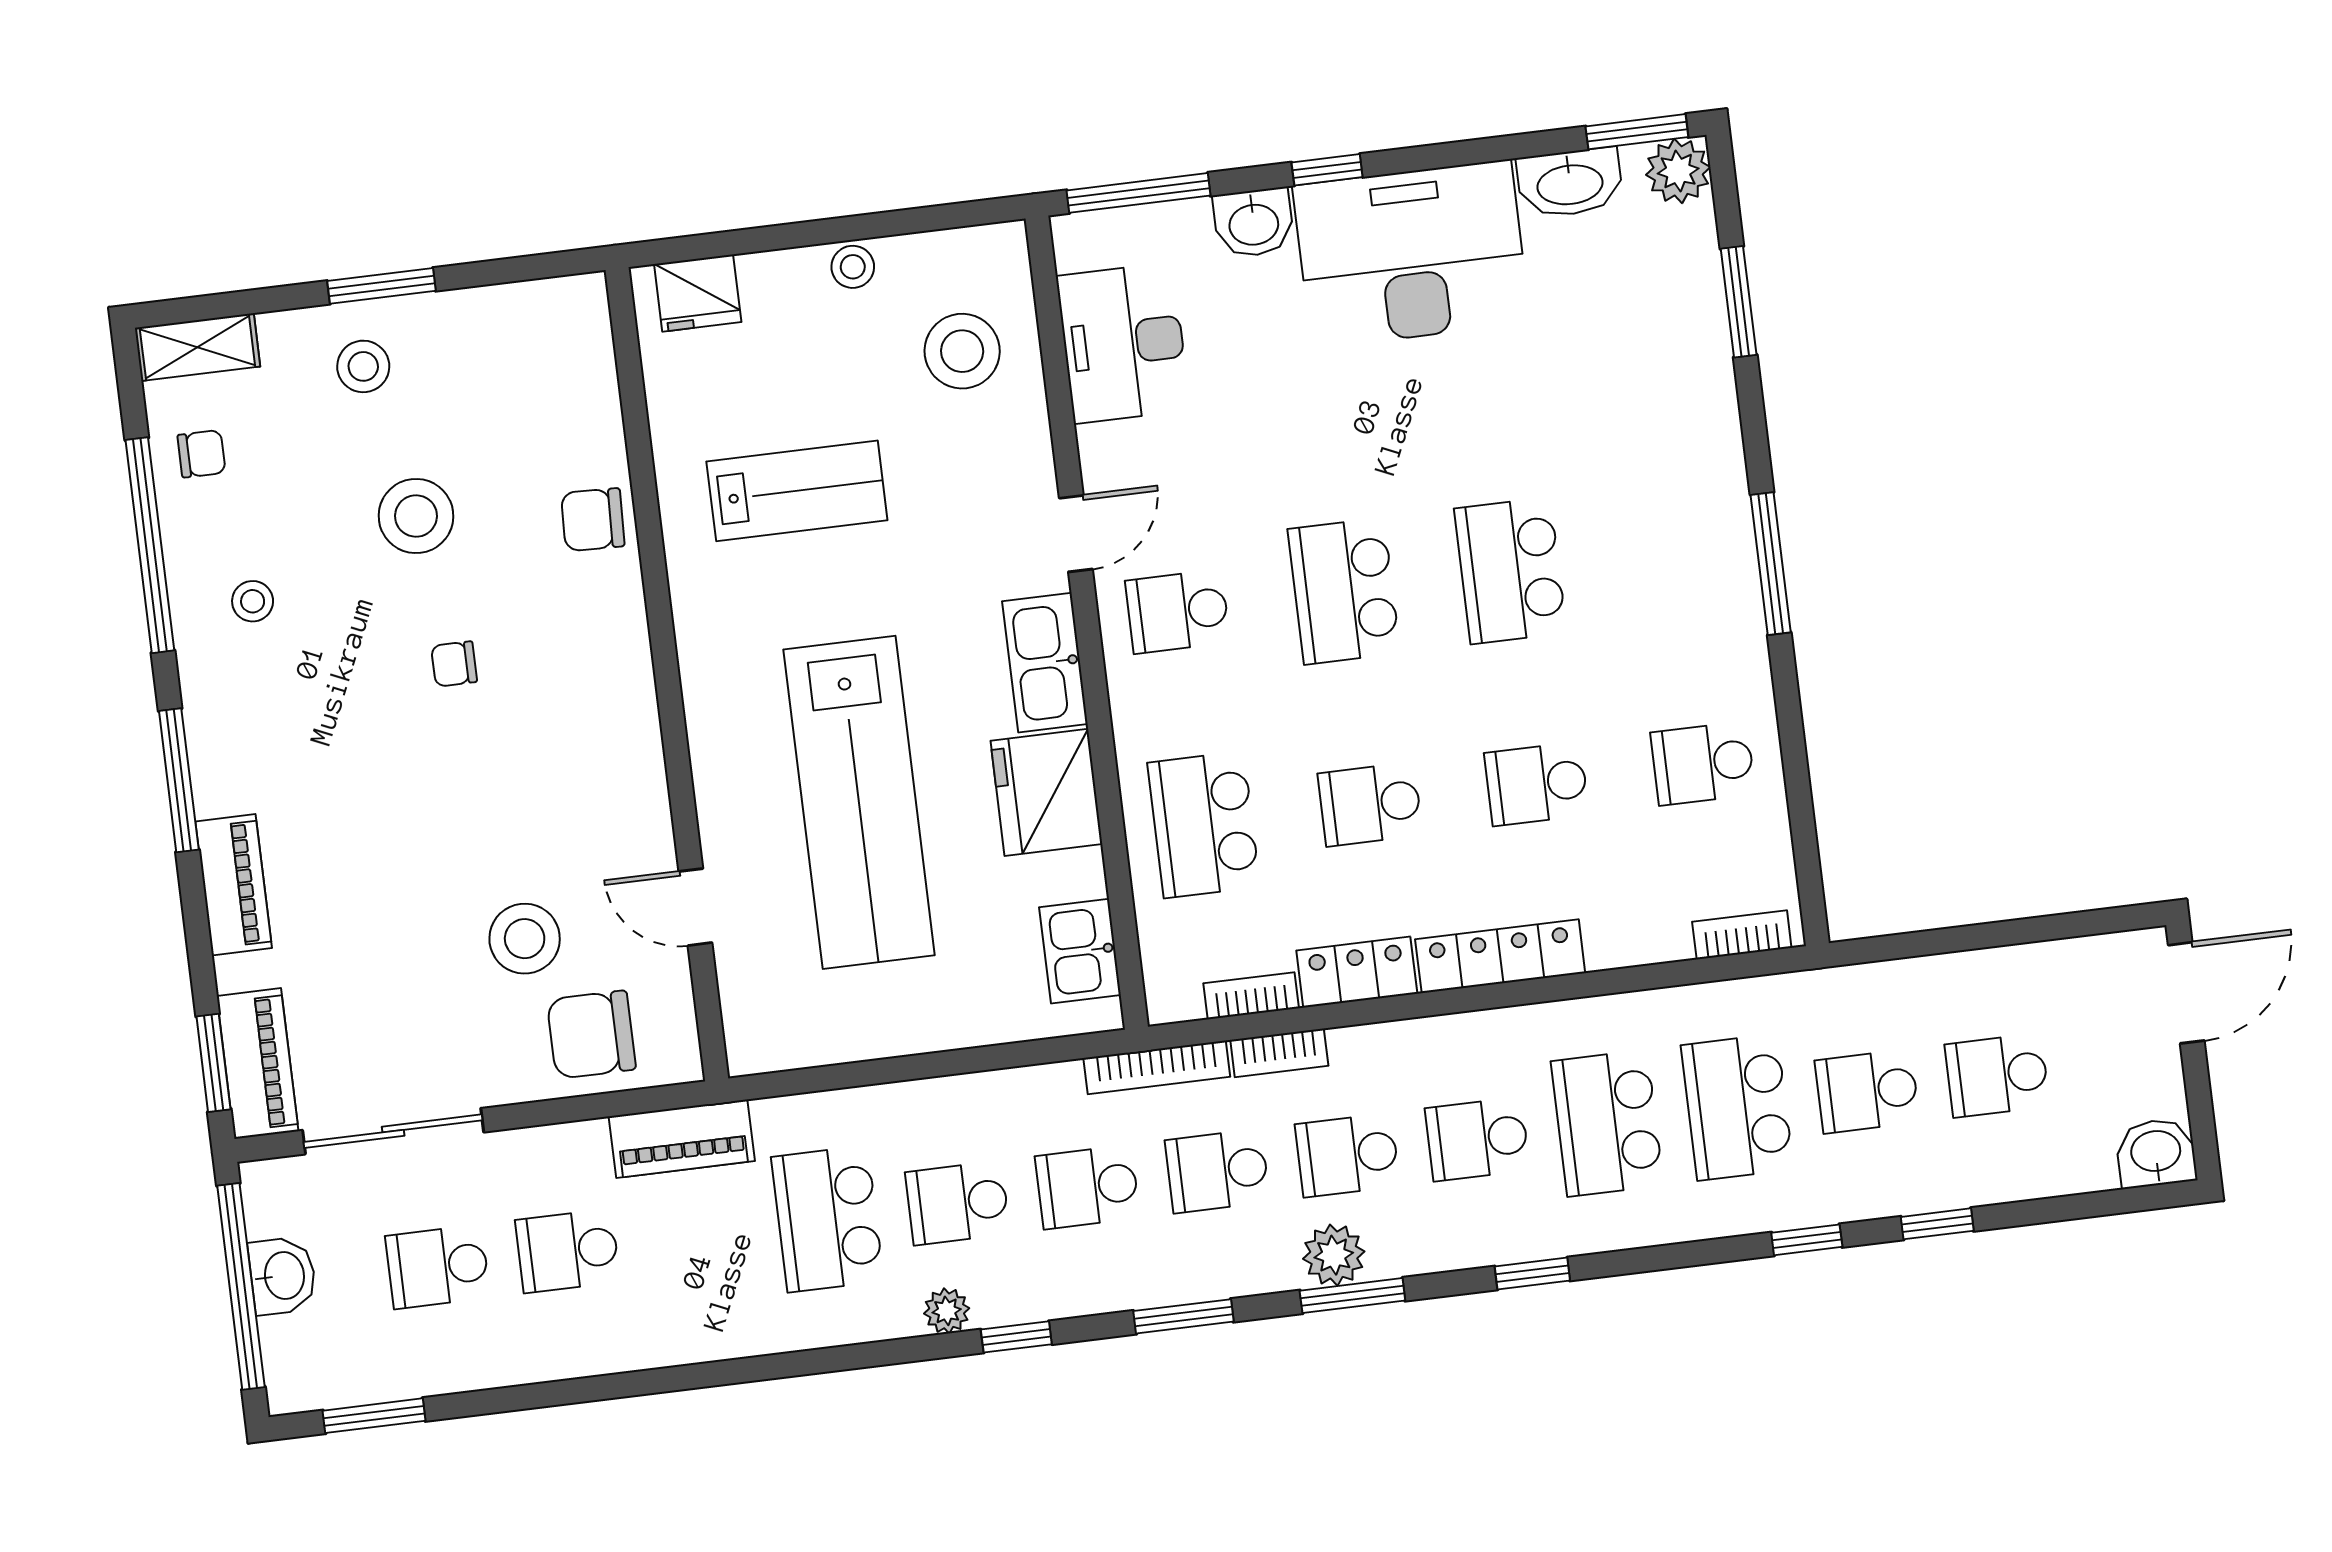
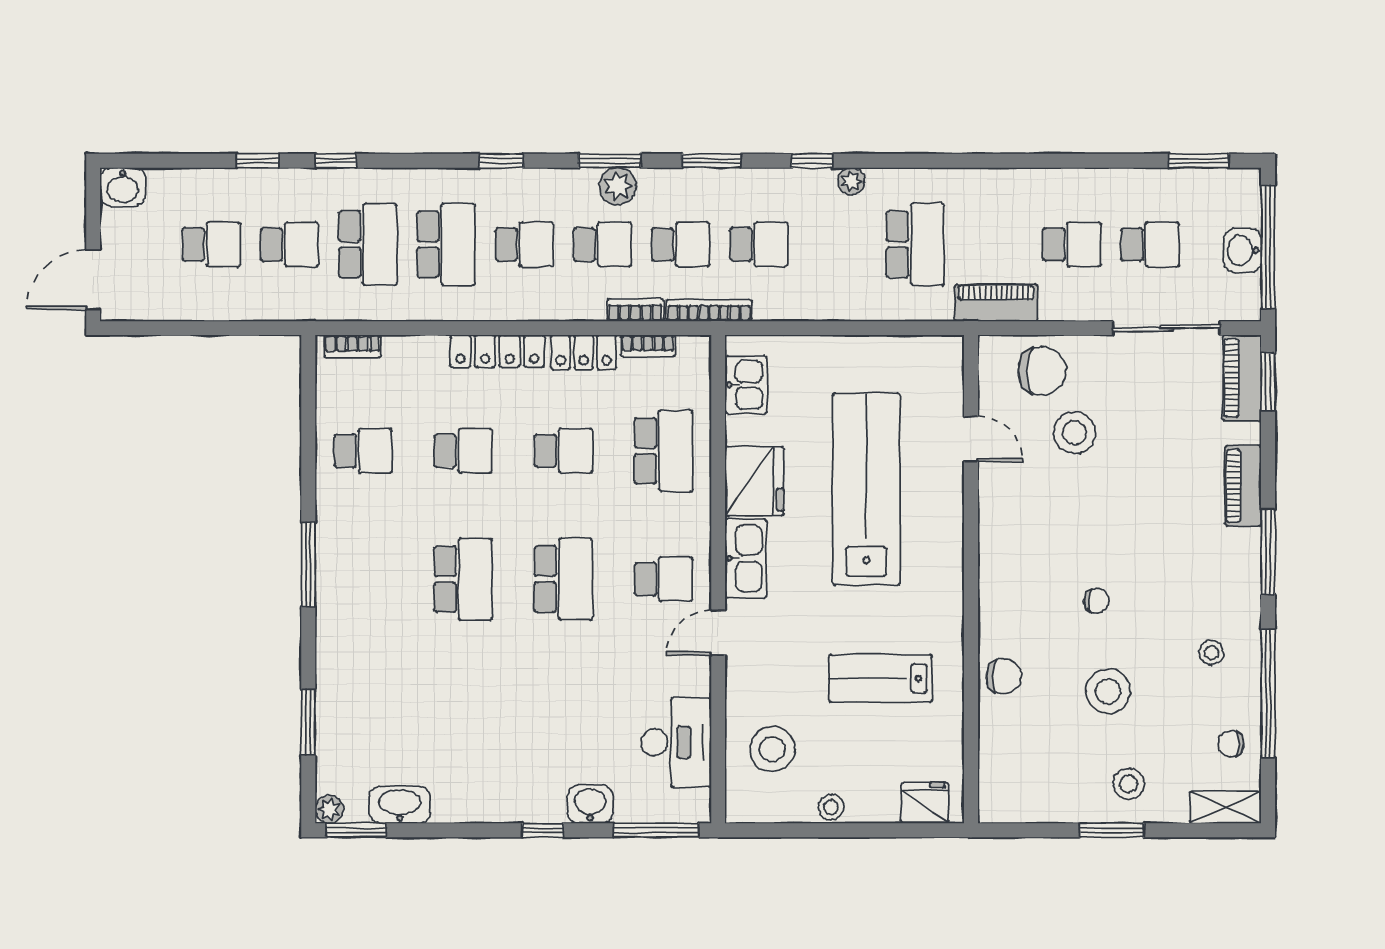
plant: (1678, 171) -> (329, 809), width x0.73, depth x0.73
desk: (1411, 254) -> (499, 774), removed
school desk: (958, 1203) -> (837, 244), removed

